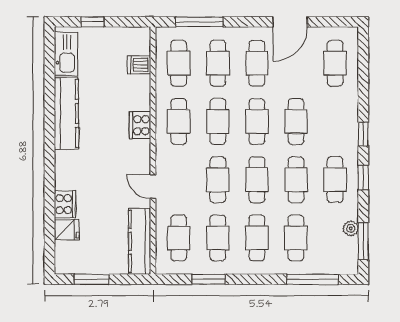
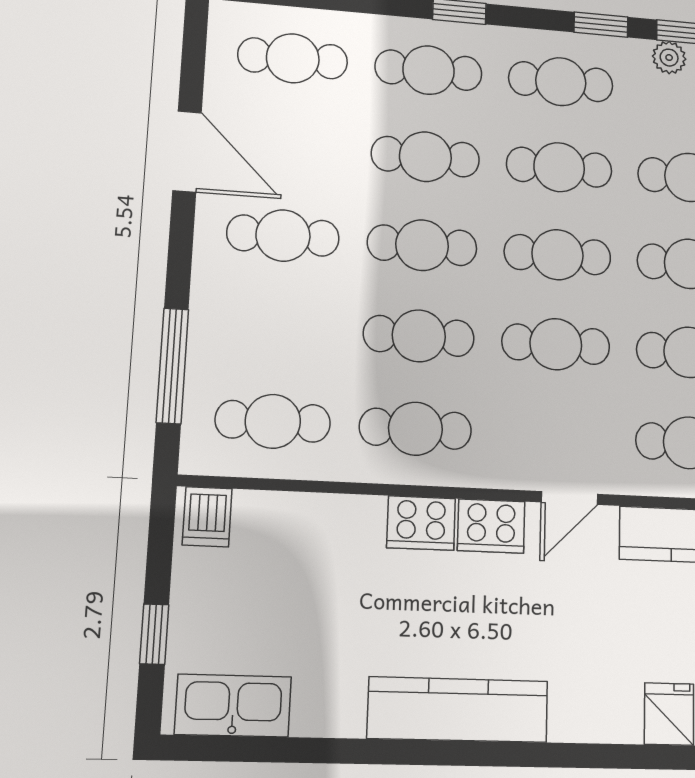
cafe table: (218, 63) -> (429, 70), moved
dishwasher: (139, 65) -> (207, 517), moved
kitchen counter: (66, 113) -> (458, 710), moved
window: (363, 178) -> (601, 25), moved
cooker: (65, 204) -> (491, 526), moved, turned 180

